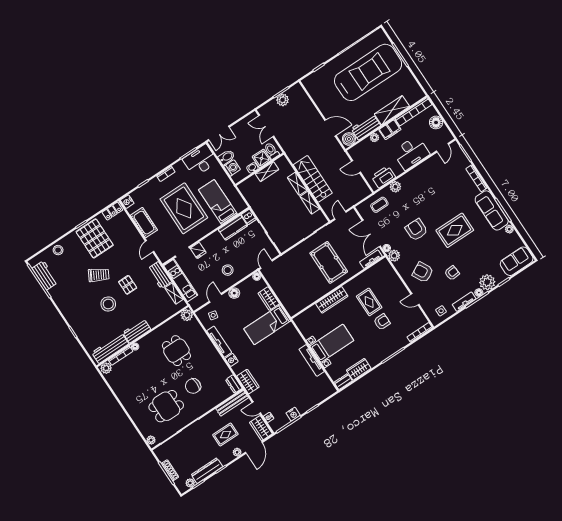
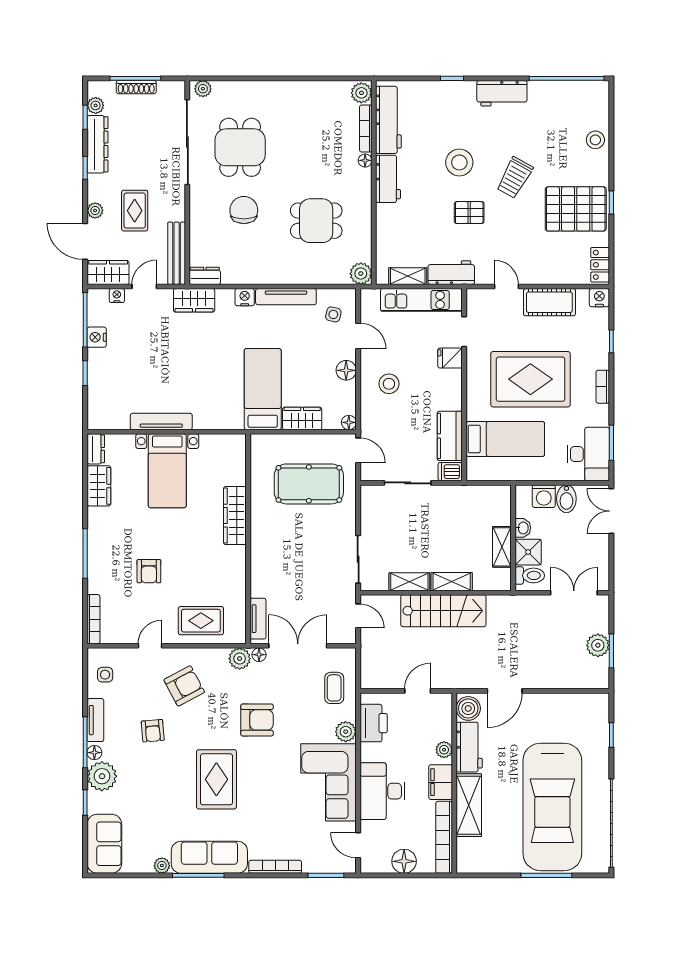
corner sofa: (423, 179) -> (328, 782), added
pool table: (329, 262) -> (309, 484), moved
workbench: (45, 275) -> (502, 93), moved
rug: (369, 302) -> (201, 621), moved

